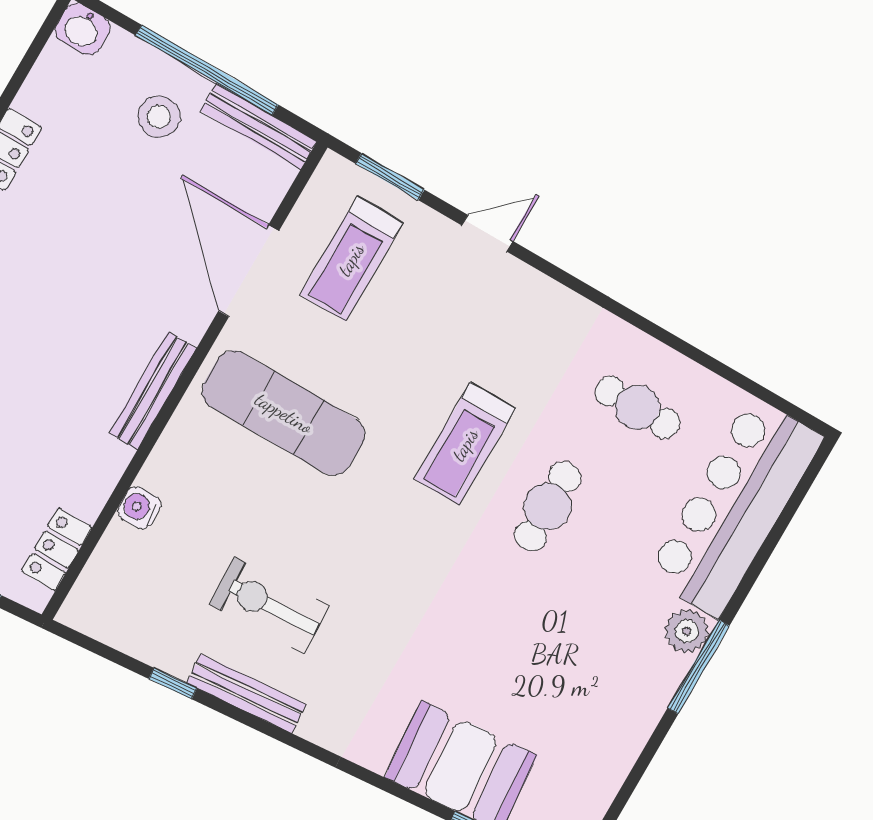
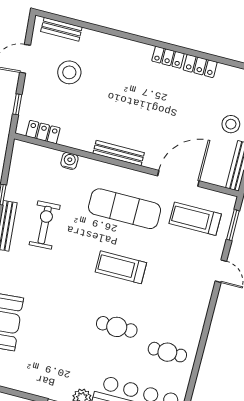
cafe table: (637, 407) -> (167, 352), turned 90
exercise mat: (284, 413) -> (125, 209), turned 90
treadmill: (465, 444) -> (121, 267), moved

